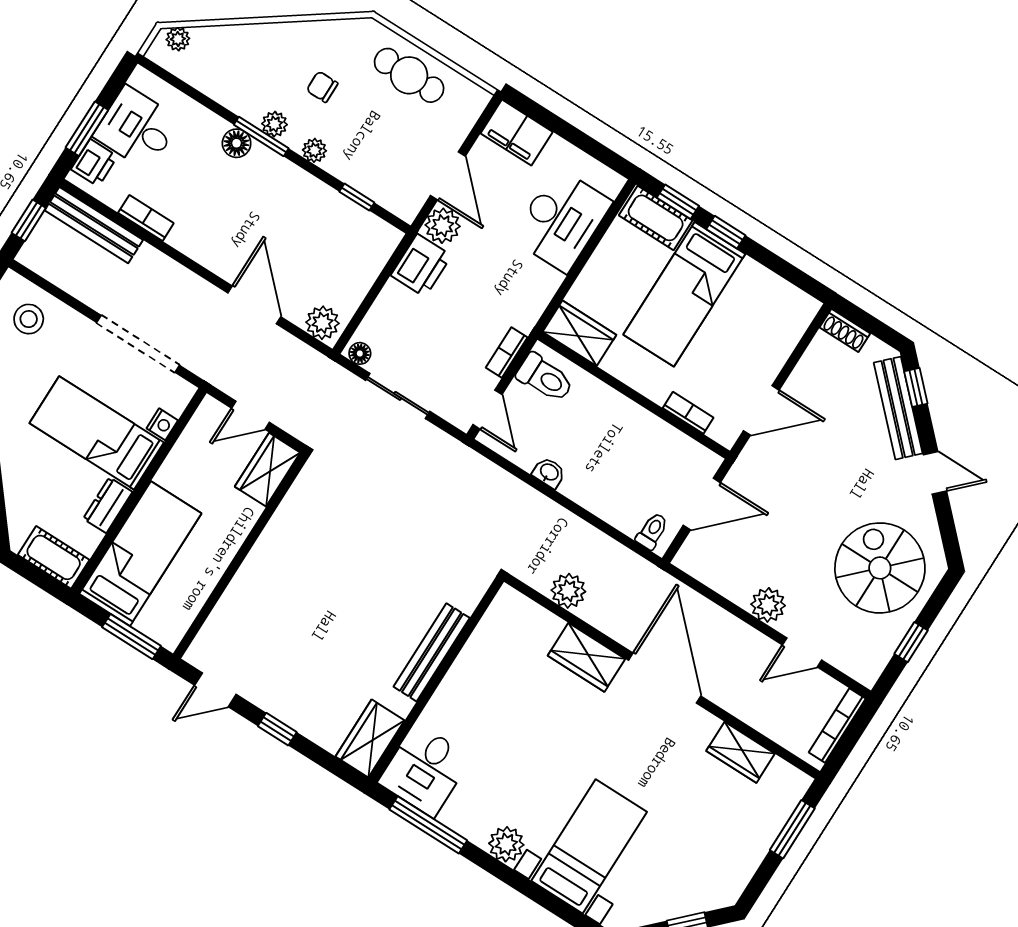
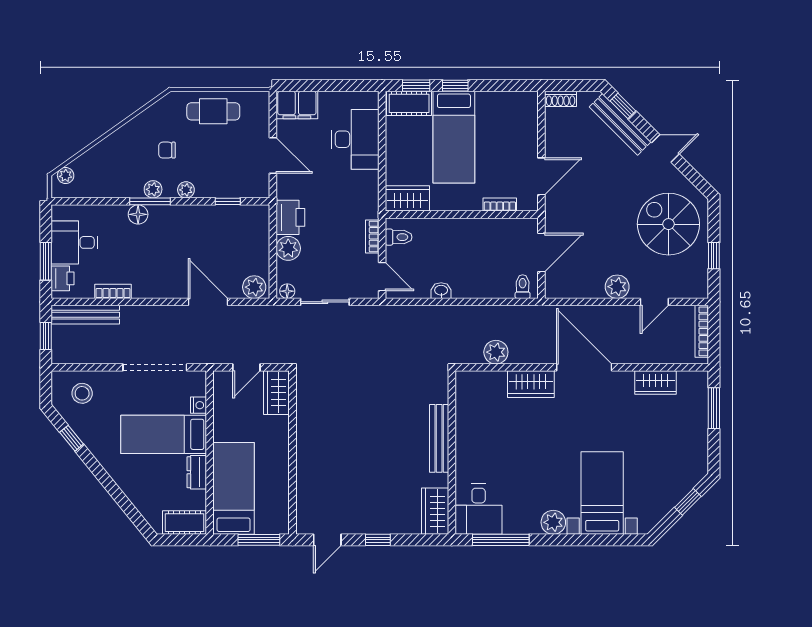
plant: (443, 226) -> (288, 248), moved
toilet: (545, 378) -> (399, 237), width x0.73, depth x0.72

